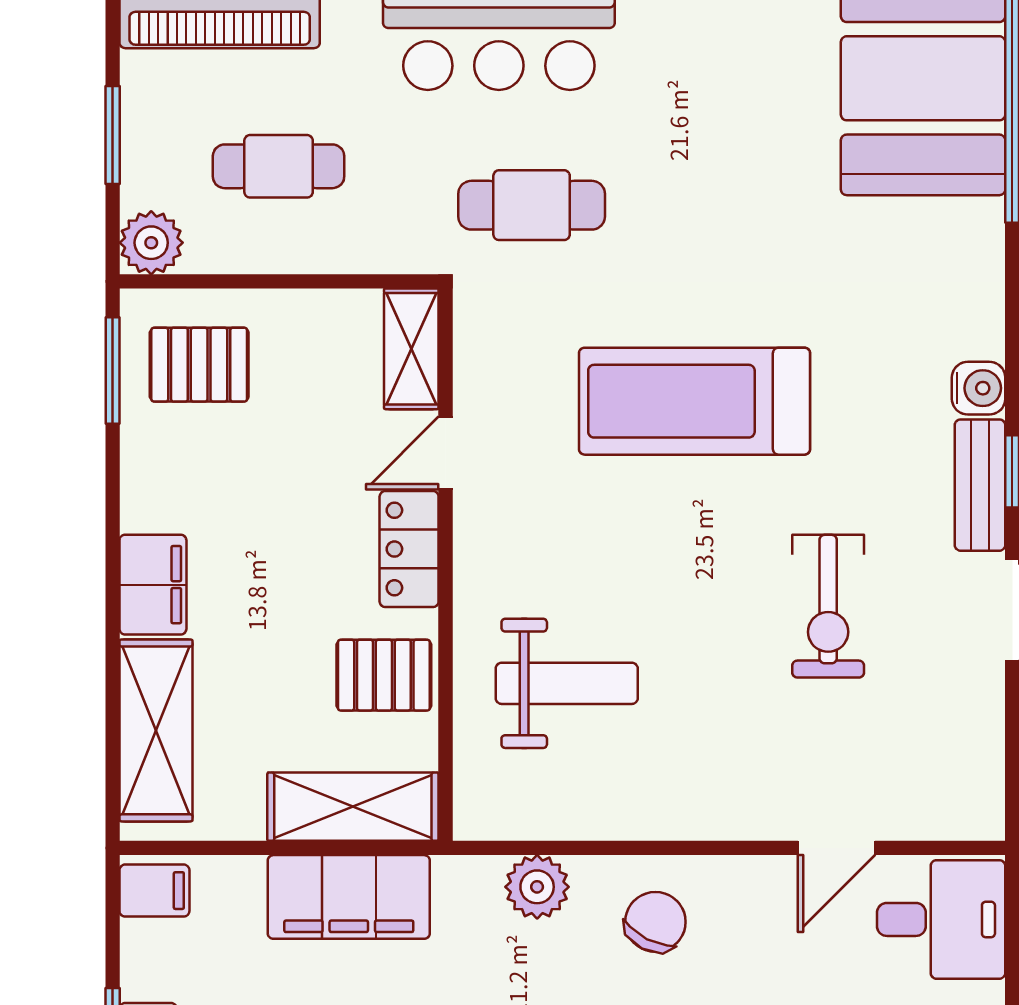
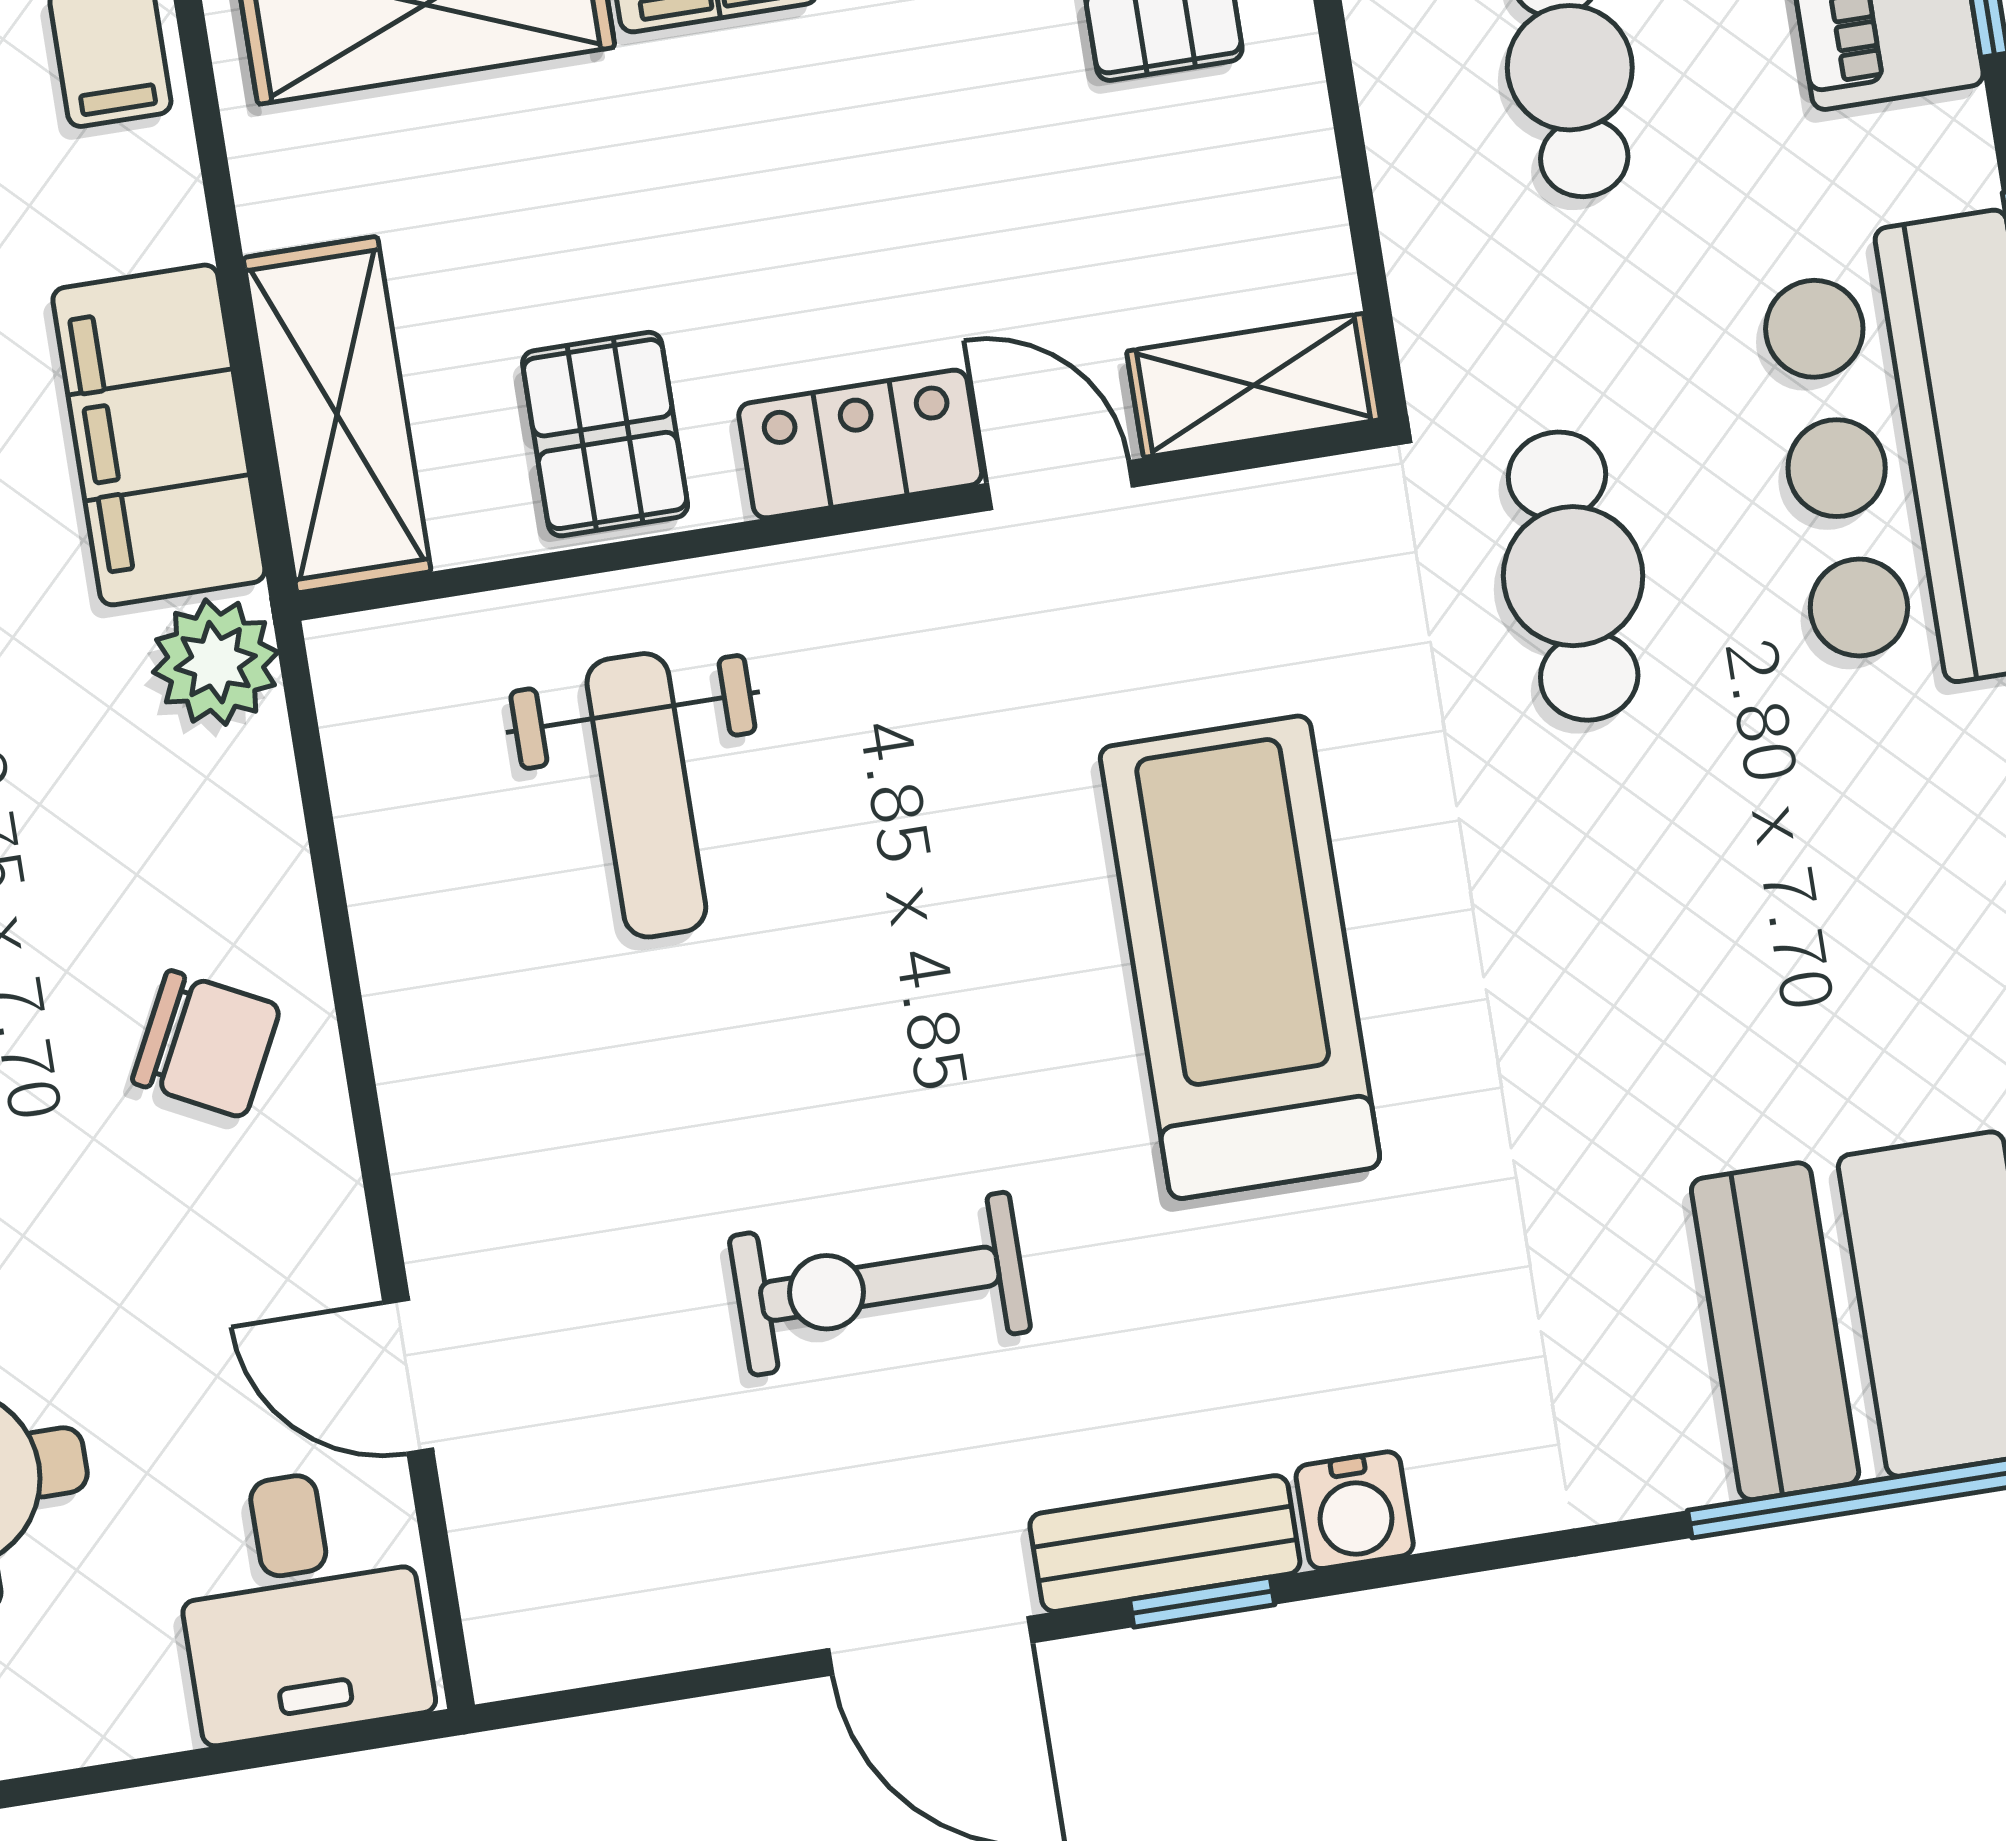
plant: (537, 887) -> (216, 662), moved

